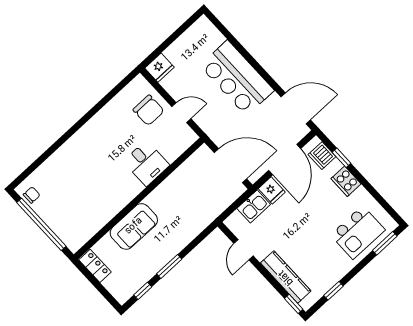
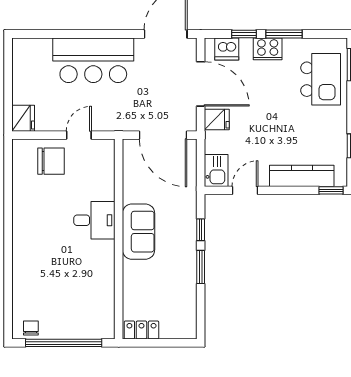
desk: (146, 163) -> (94, 220), moved
door: (230, 166) -> (163, 135), swing flipped
window: (365, 183) -> (284, 34), added
kitchen sink: (254, 206) -> (216, 170), moved
sofa: (134, 226) -> (139, 232), moved
door: (243, 250) -> (245, 190), swing flipped
window: (143, 291) -> (201, 230), moved

